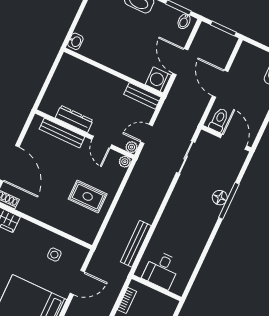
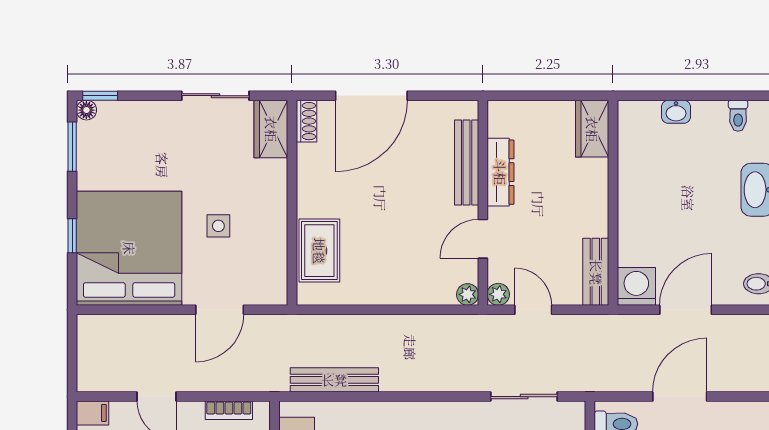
washbasin: (75, 41) -> (676, 112), moved
wardrobe: (74, 66) -> (592, 129), added
rug: (88, 197) -> (319, 251), moved
side table: (54, 255) -> (218, 226), moved
door: (77, 283) -> (220, 310), hinge flipped

